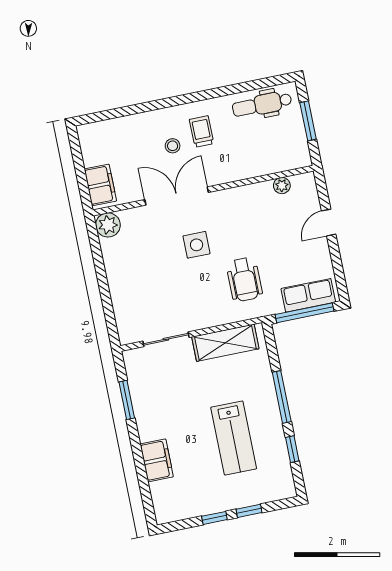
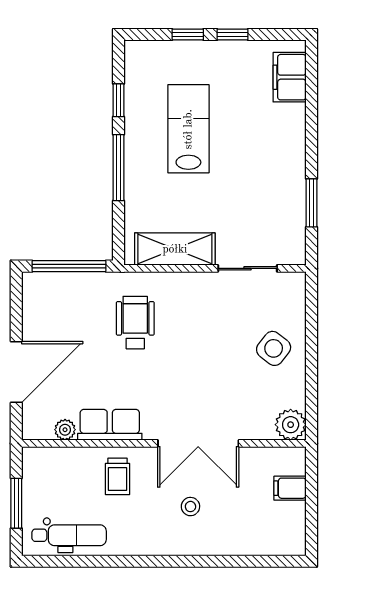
trolley: (202, 131) -> (118, 476), moved
filing cabinet: (100, 185) -> (290, 488), width x0.50
door: (329, 223) -> (16, 372), width x1.87
side table: (197, 245) -> (274, 348), moved, turned 38
row of seats: (308, 295) -> (110, 425), moved, turned 180
filing cabinet: (157, 460) -> (290, 77), moved

